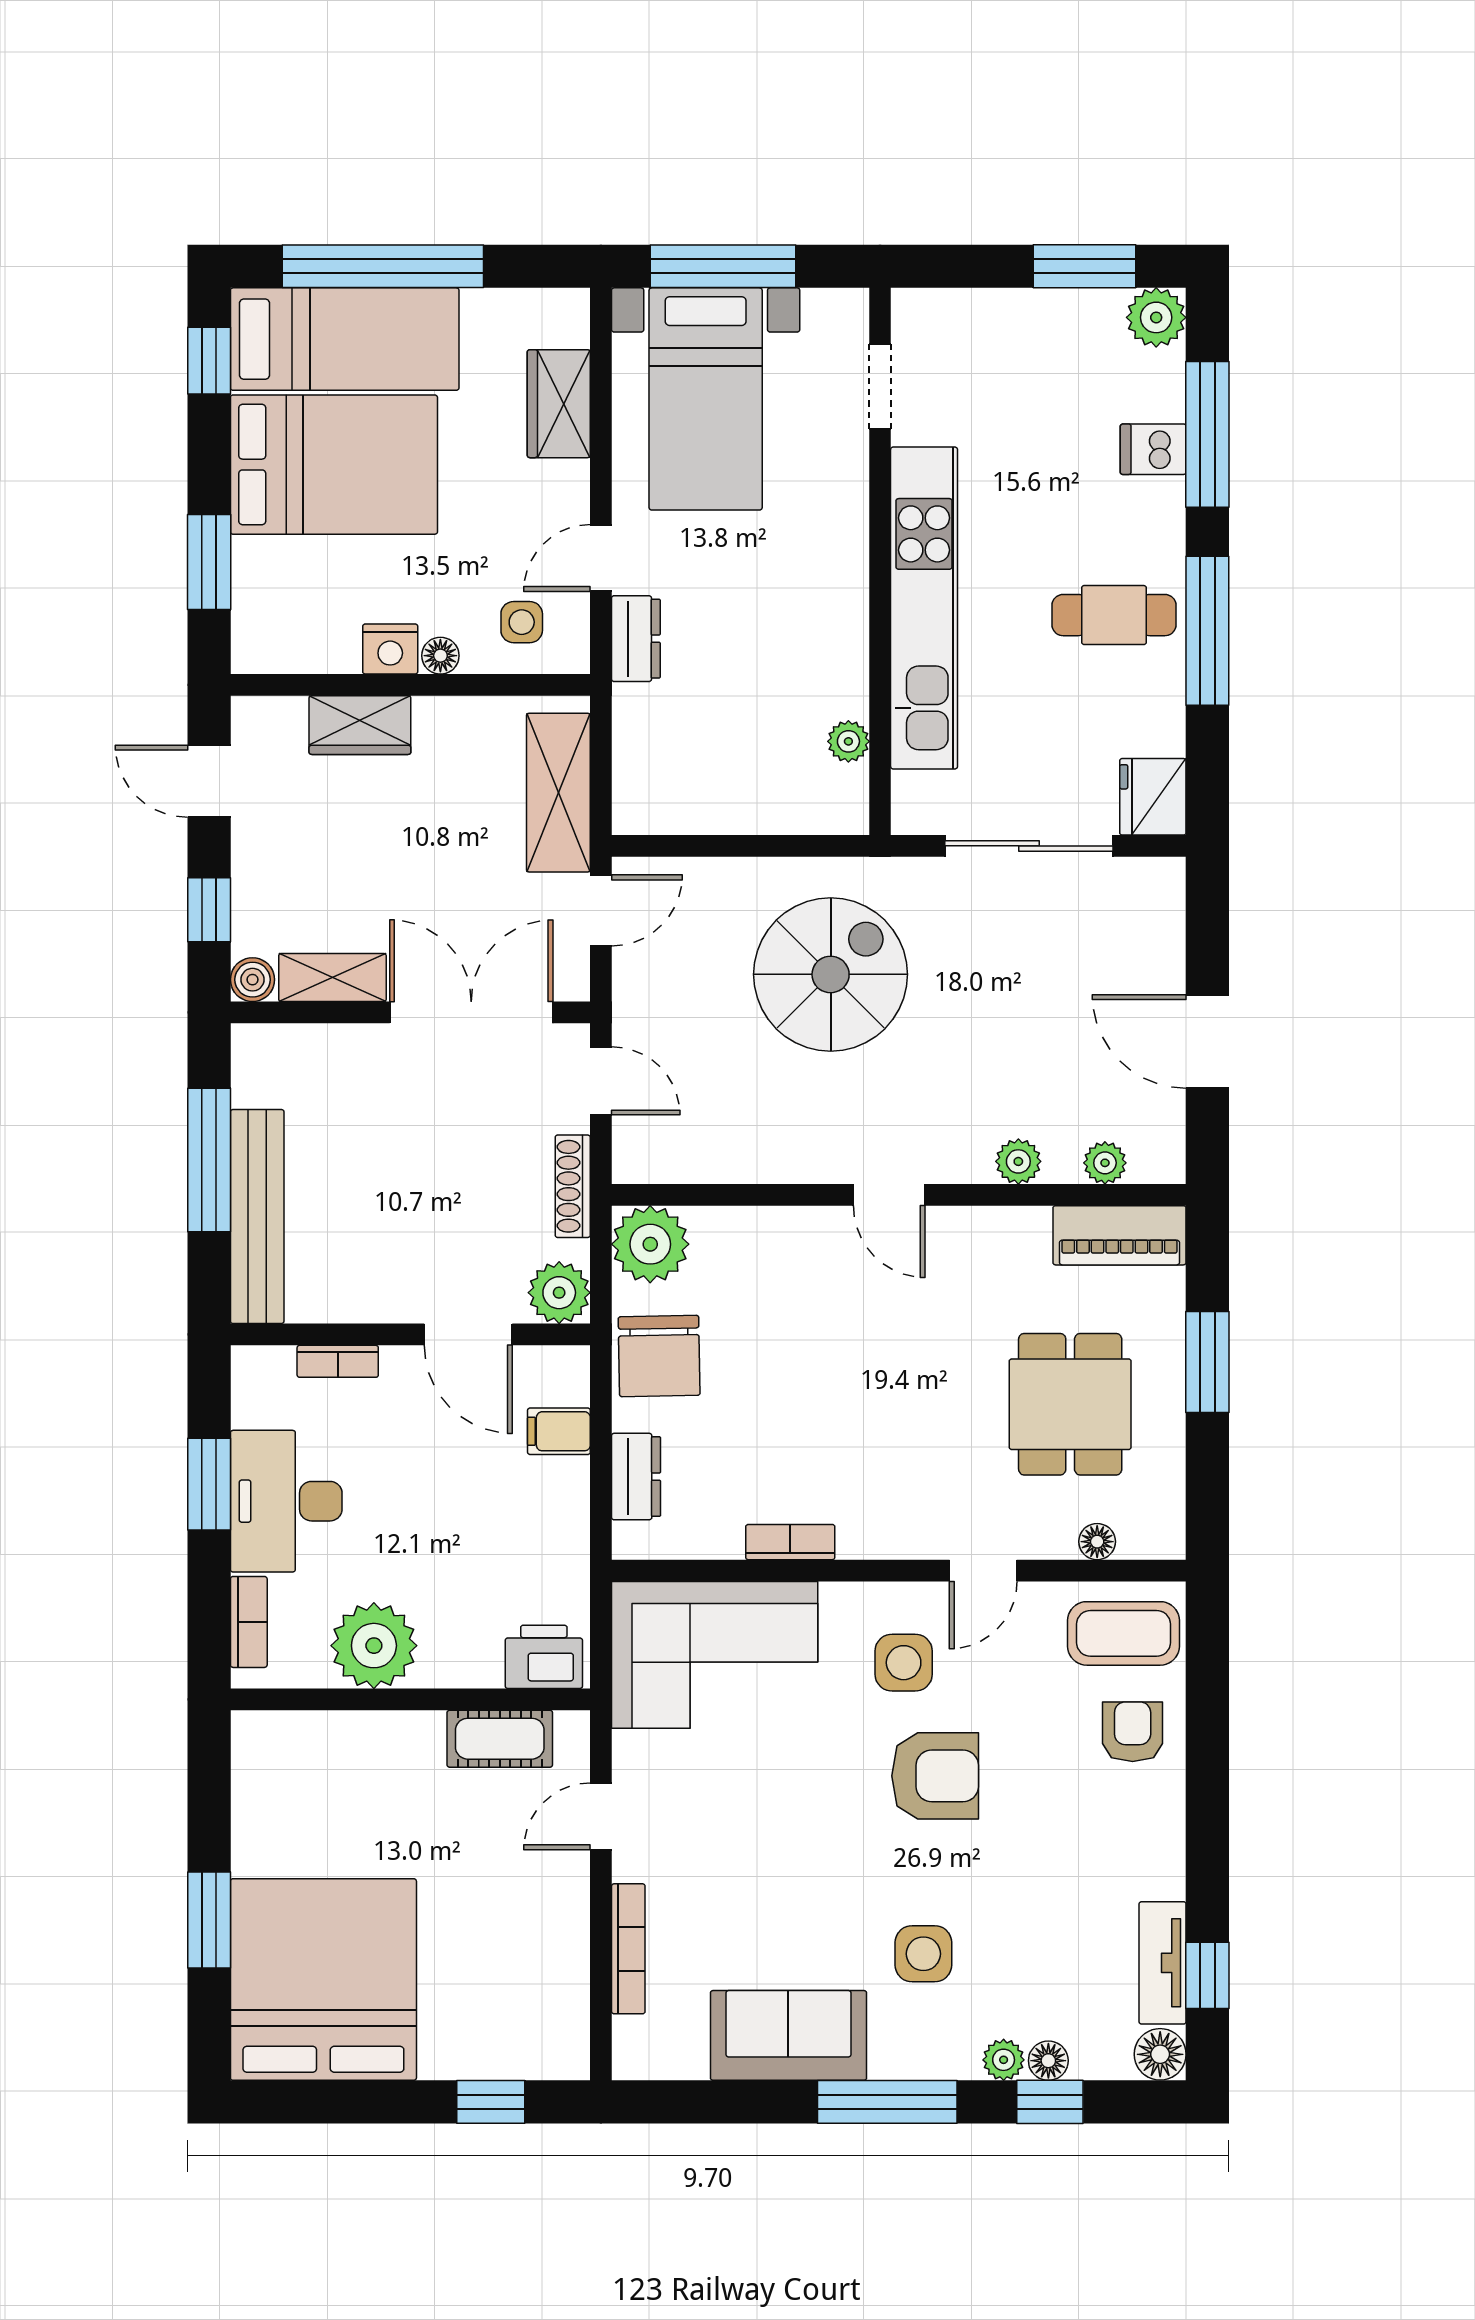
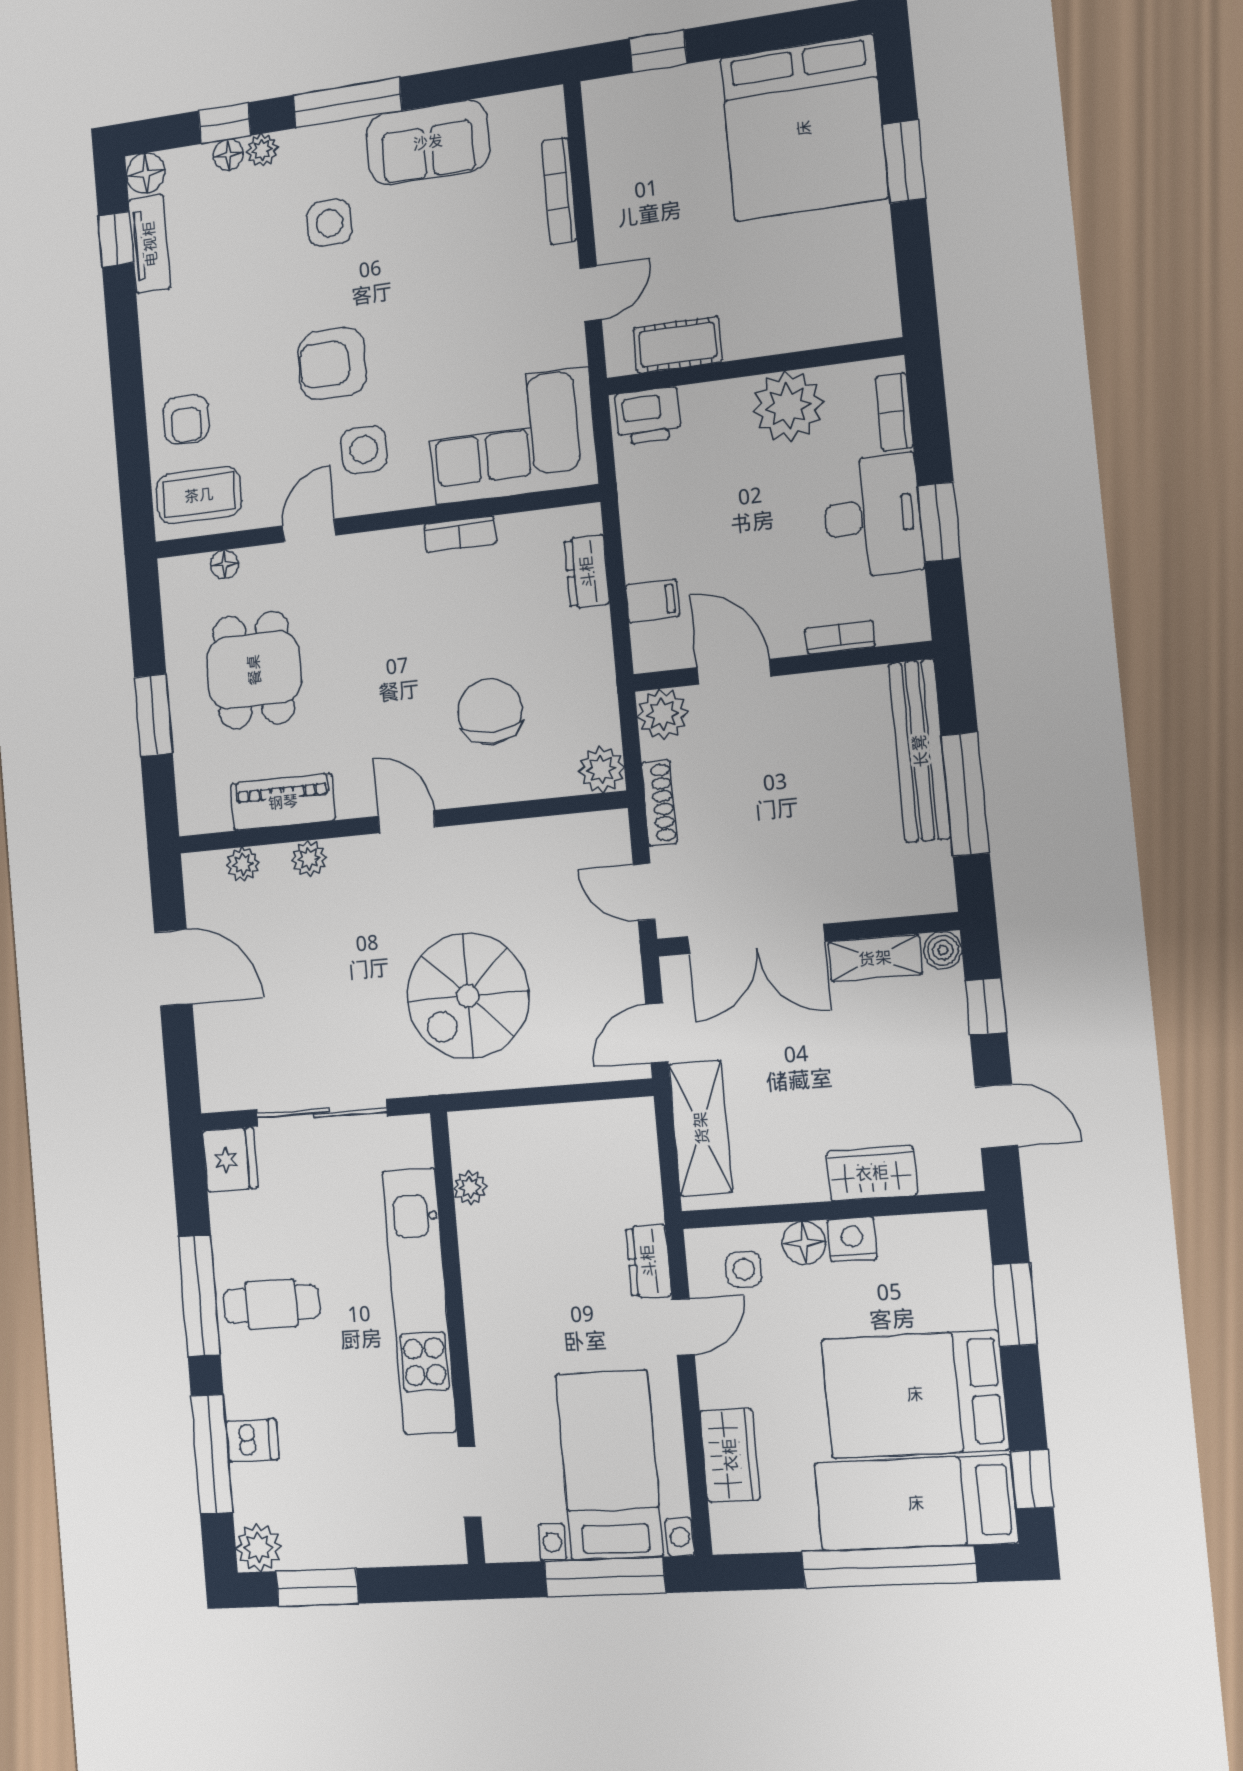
floor lamp: (440, 656) -> (804, 1243), width x1.37, depth x1.37
piano: (1119, 1235) -> (283, 802), moved
plant: (650, 1244) -> (601, 770), width x0.73, depth x0.73
chair: (659, 1356) -> (490, 711), moved

